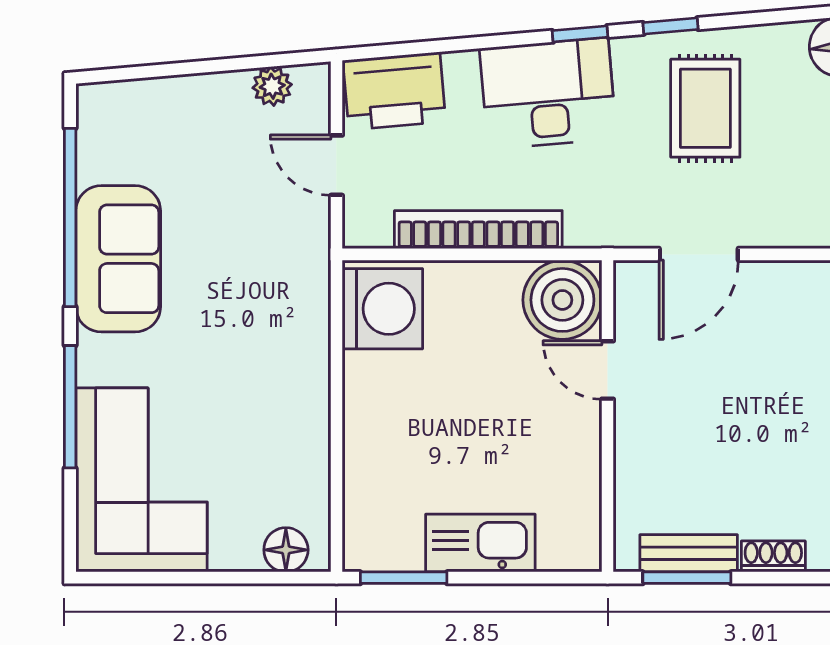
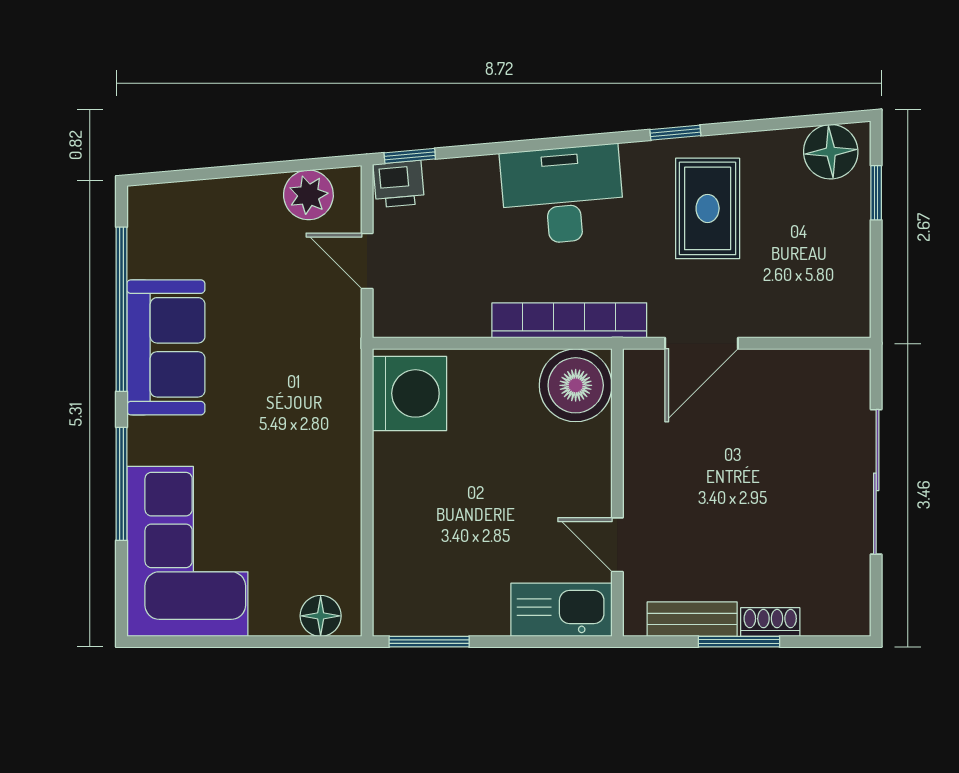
window: (580, 34) -> (410, 156), moved
plant: (272, 86) -> (308, 195), width x1.38, depth x1.38
printer: (394, 91) -> (399, 184), width x0.53, depth x0.68
bookcase: (478, 230) -> (569, 320), moved
door: (608, 370) -> (617, 545), moved
kitchen sink: (480, 543) -> (561, 610), moved
window: (687, 578) -> (739, 642), moved

